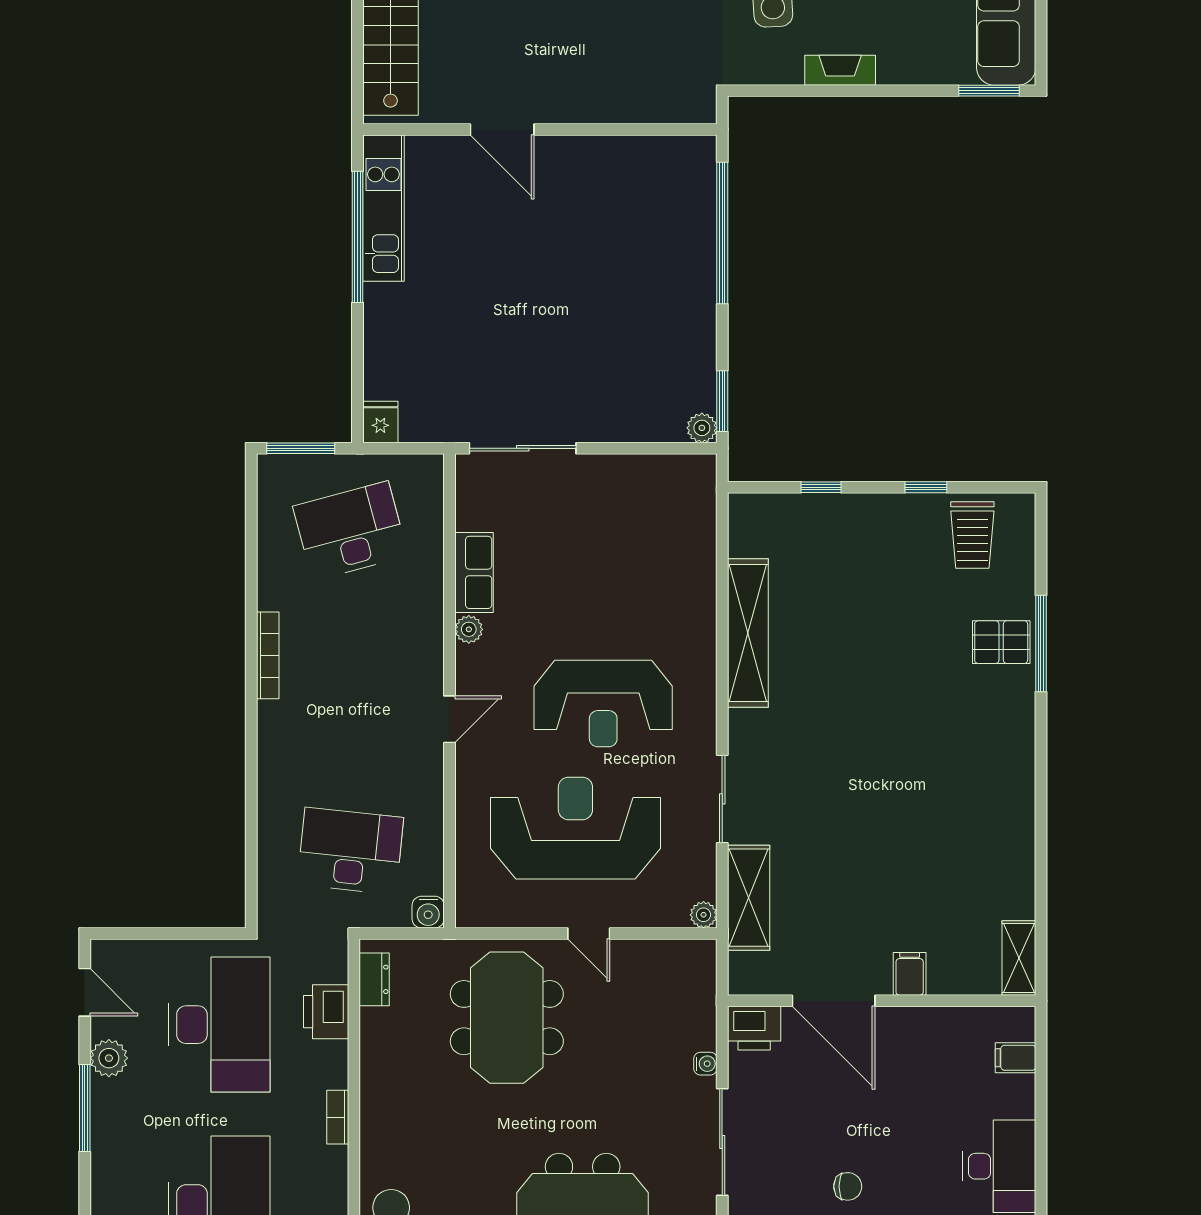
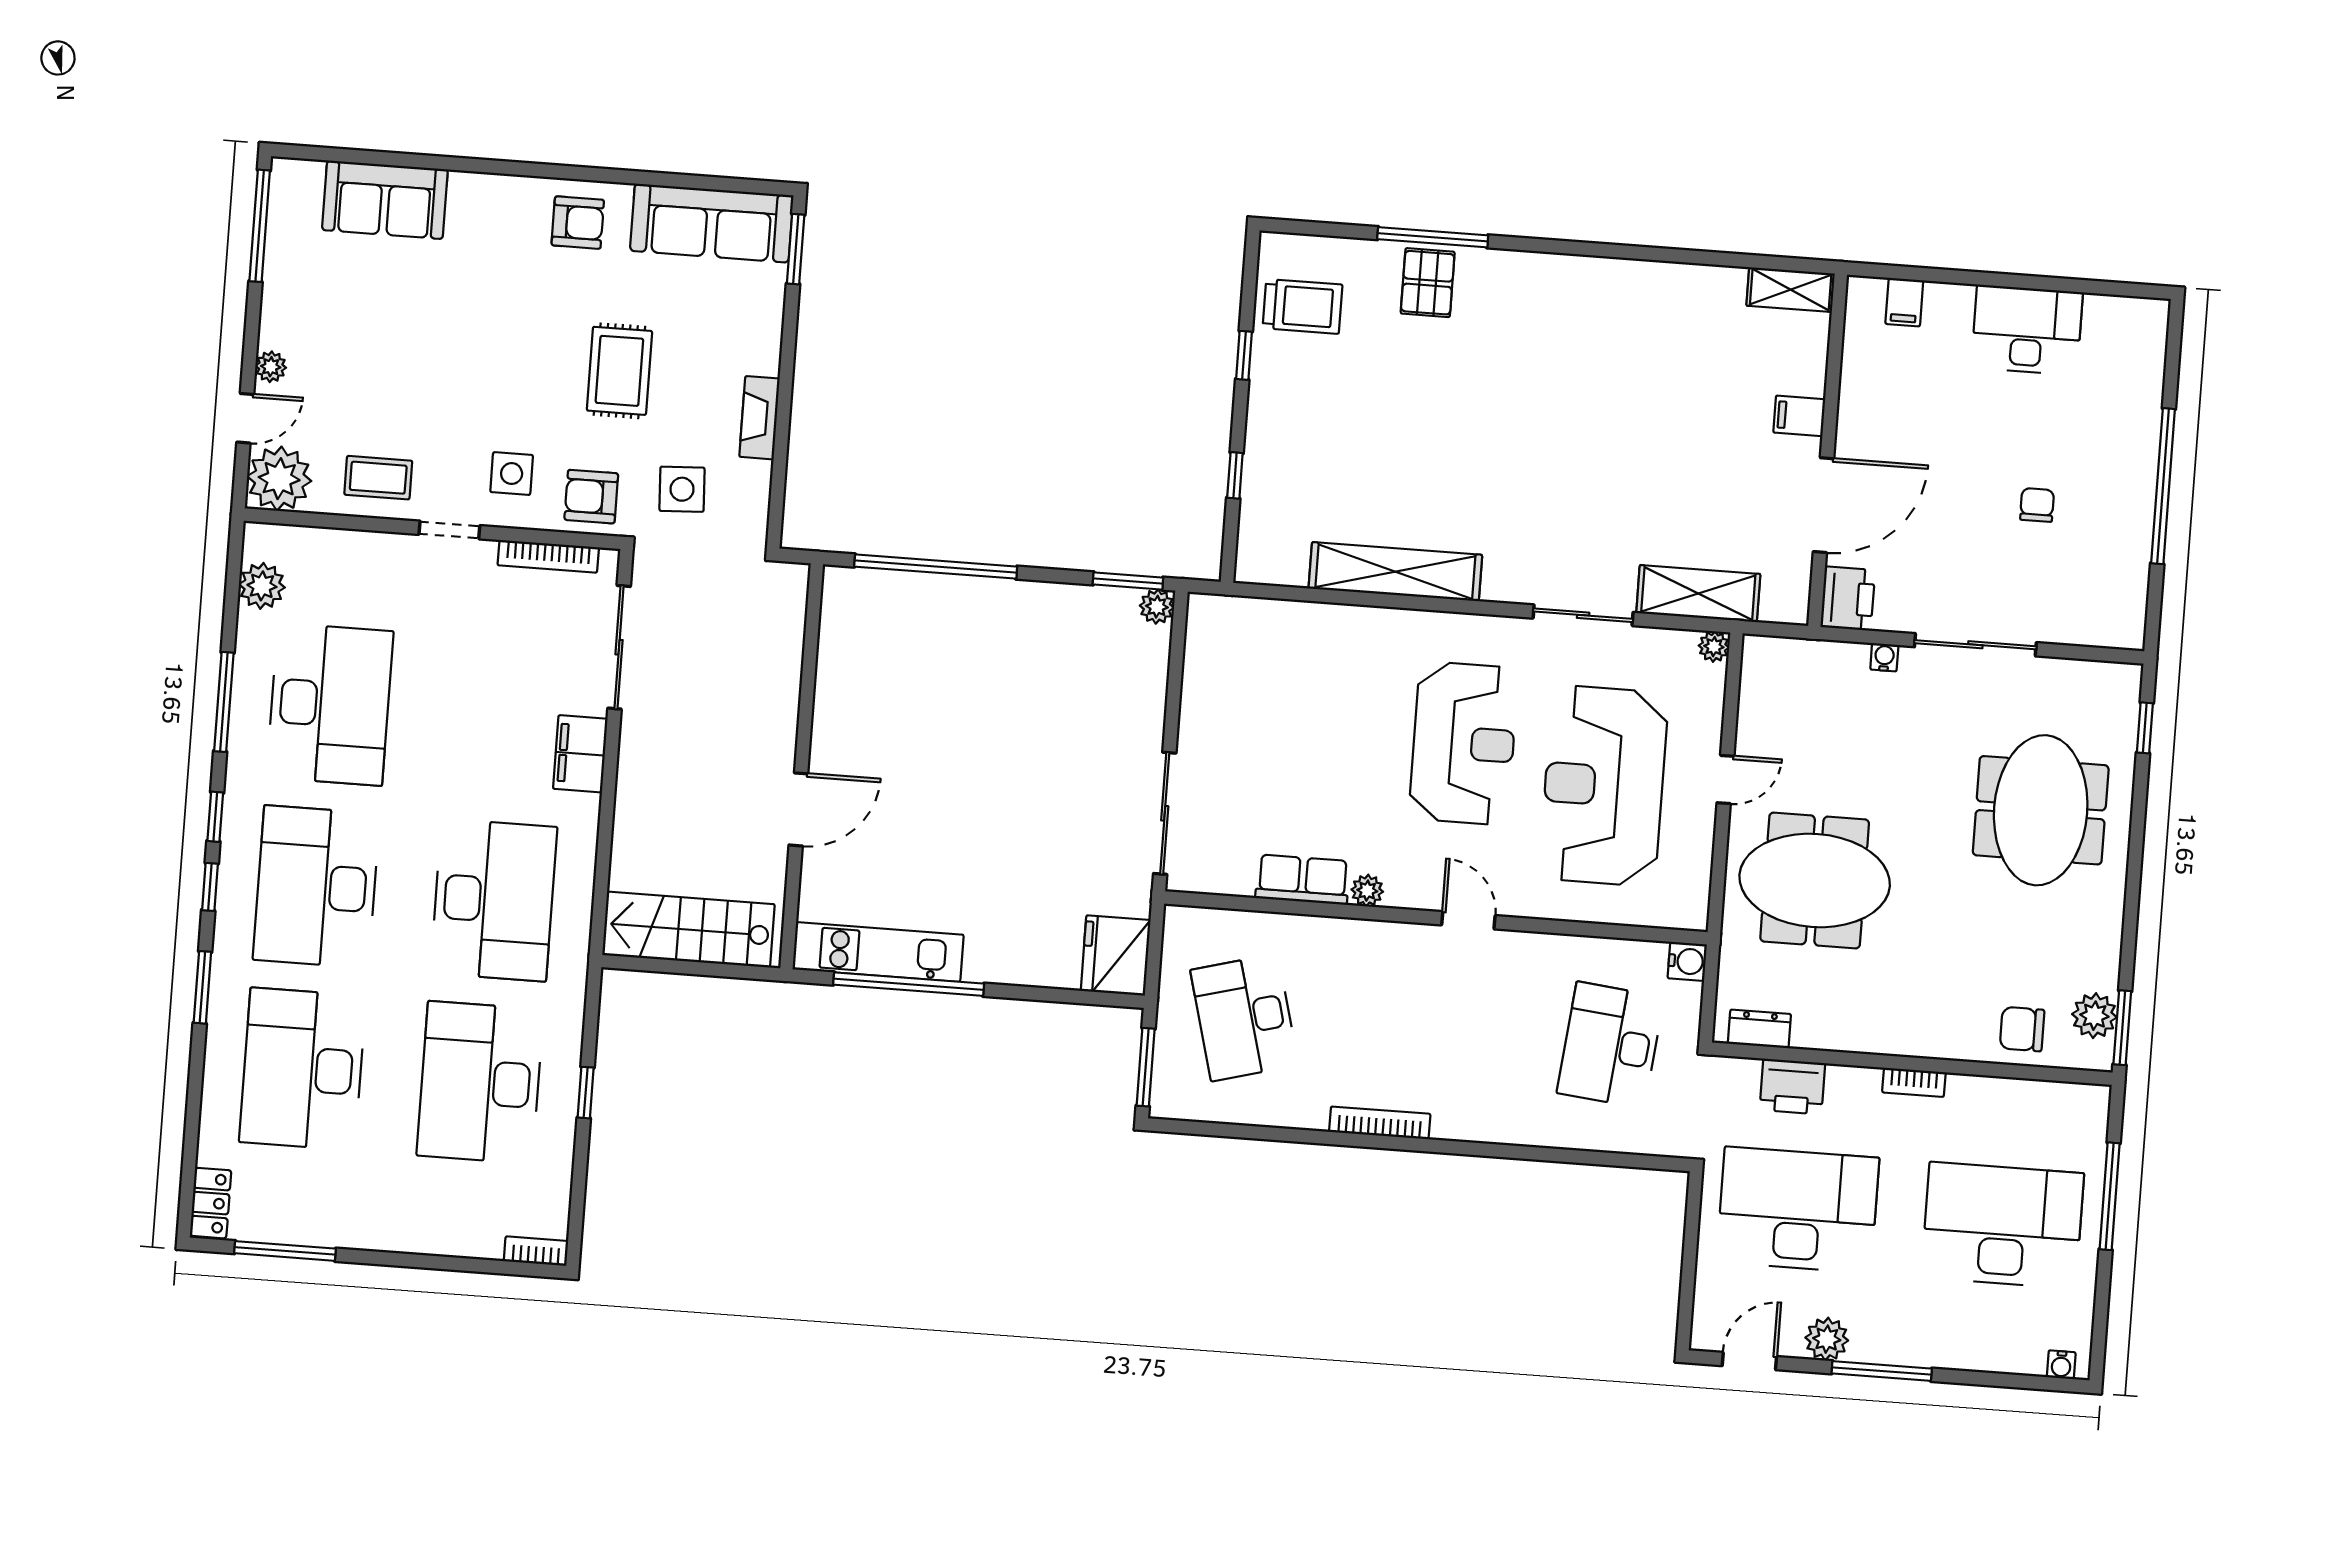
fridge: (380, 422) -> (1116, 955), width x1.88, depth x1.34

